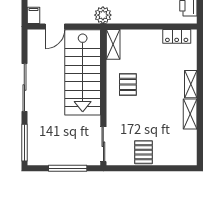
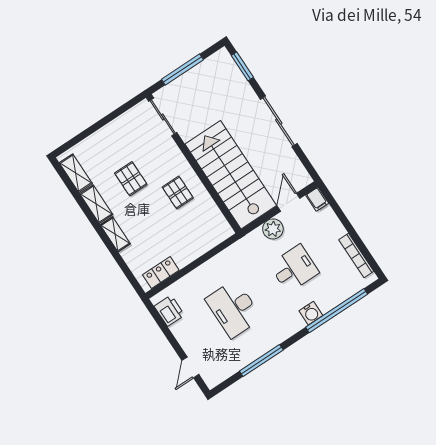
plant: (103, 15) -> (273, 229), moved
shelving: (113, 44) -> (76, 173), moved
window: (24, 143) -> (242, 66), width x0.69
pallet: (144, 152) -> (131, 179), moved

